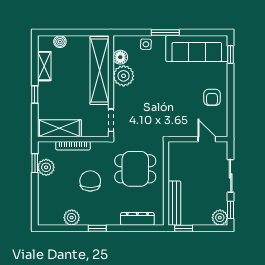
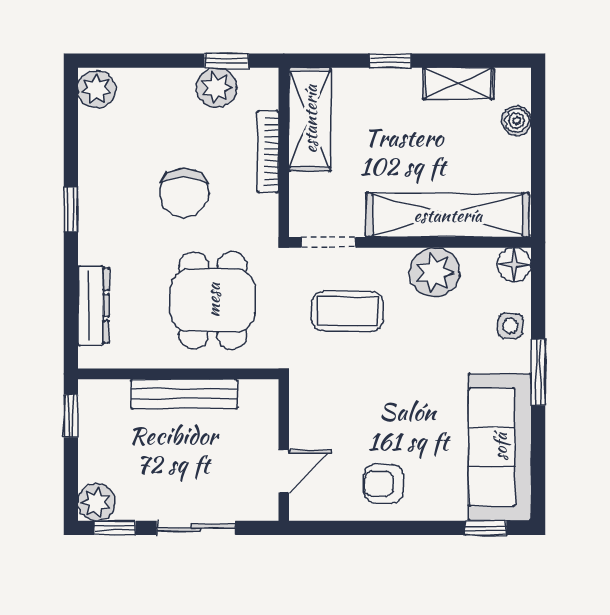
floor lamp: (120, 57) -> (514, 265), moved
coffee table: (140, 112) -> (347, 311), added
chair: (90, 181) -> (184, 193), turned 90
bench: (174, 203) -> (184, 394), moved
plant: (72, 218) -> (97, 89), moved

